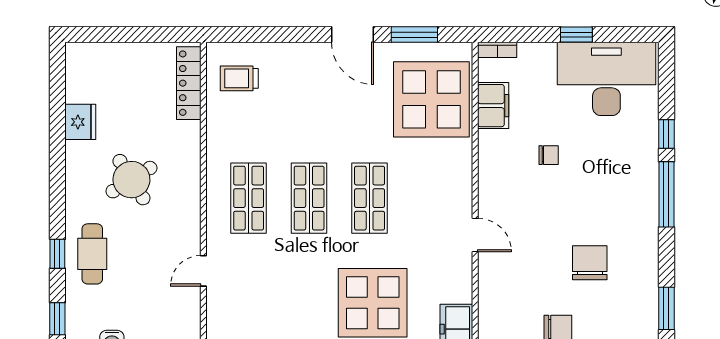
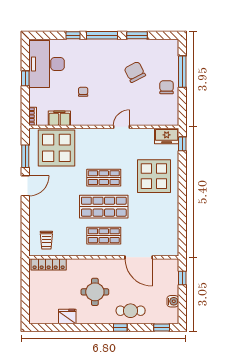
round table: (131, 180) -> (95, 292), turned 32
shop shelf: (309, 198) -> (104, 207), width x1.43, depth x1.36
window: (57, 254) -> (120, 327), moved
chair: (590, 263) -> (135, 72), turned 63
door: (203, 271) -> (139, 257), width x1.88
window: (666, 308) -> (137, 35), moved

